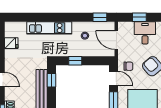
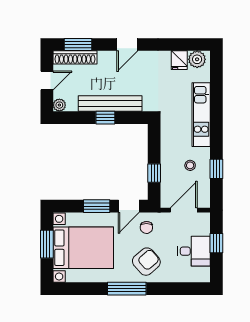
window: (100, 17) -> (216, 169), moved
plant: (11, 31) -> (197, 59), added
window: (75, 61) -> (154, 173), moved
window: (51, 80) -> (105, 118), moved

